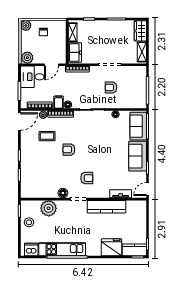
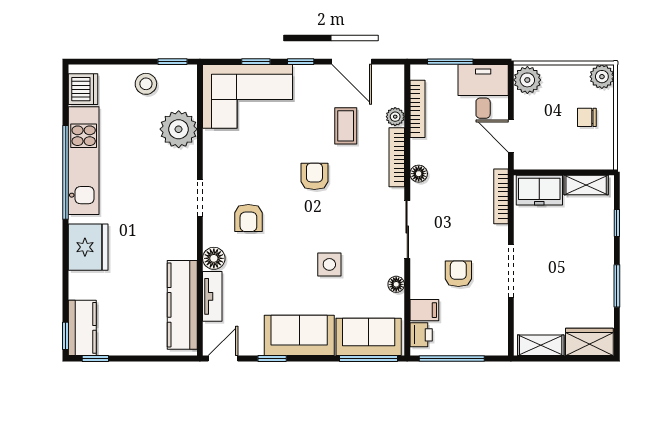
filing cabinet: (59, 102) -> (424, 310), moved
printer: (137, 104) -> (421, 335), added
door: (19, 122) -> (352, 62), moved
side table: (107, 143) -> (329, 264), added
corner sofa: (34, 178) -> (248, 96), added
door: (148, 189) -> (223, 358), hinge flipped
floor lamp: (63, 193) -> (214, 258), moved
kitchen counter: (107, 207) -> (182, 305), moved
fridge: (111, 247) -> (88, 247), moved

